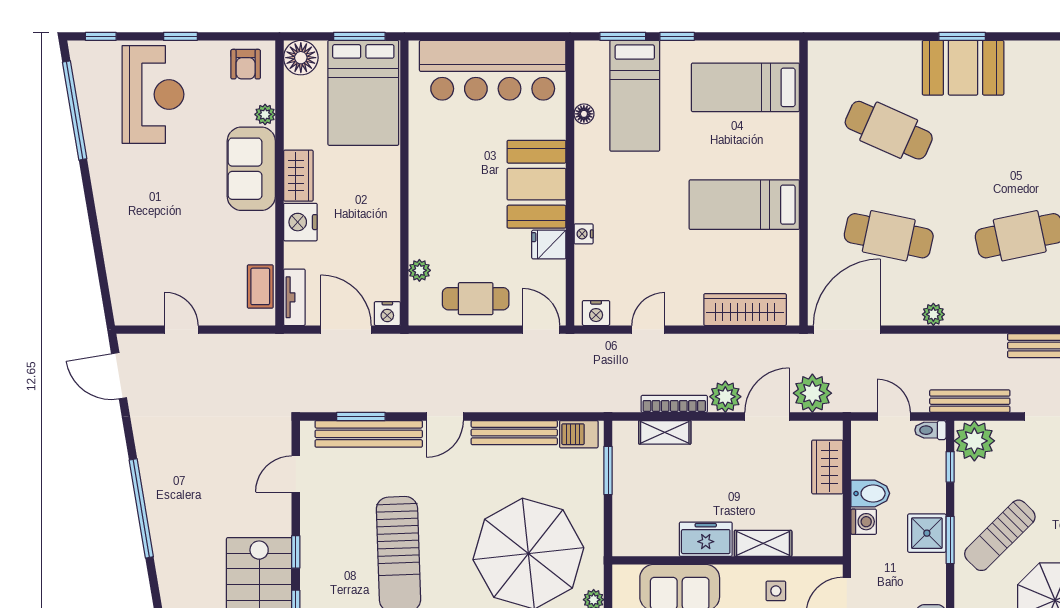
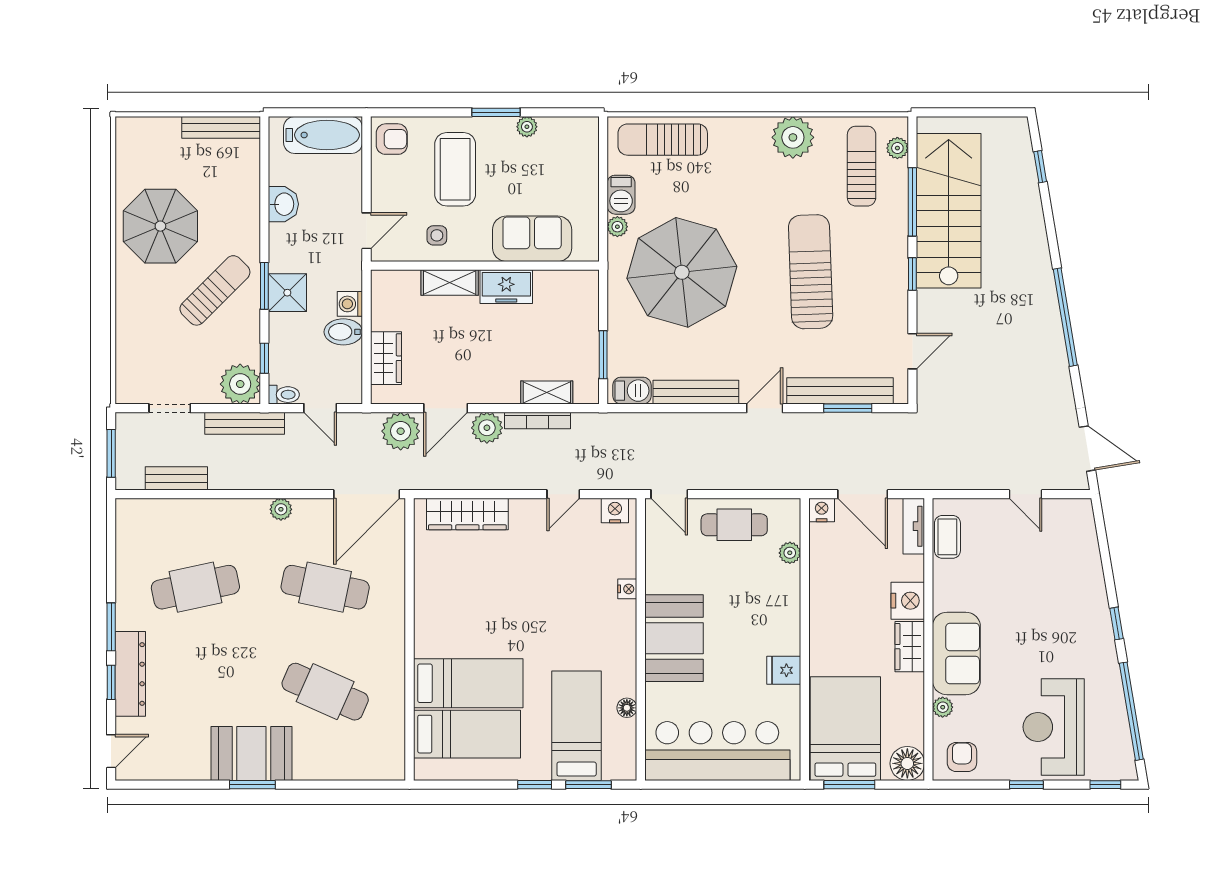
window: (89, 199) -> (1117, 623), added
bed: (744, 205) -> (468, 683), moved
fridge: (549, 245) -> (784, 670), moved, turned 180

